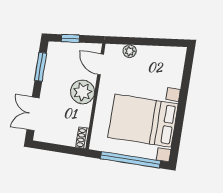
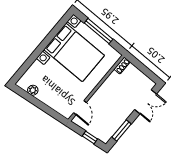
plant: (130, 51) -> (33, 90), moved
plant: (83, 92) -> (103, 96), removed
window: (130, 160) -> (99, 31), width x0.68

